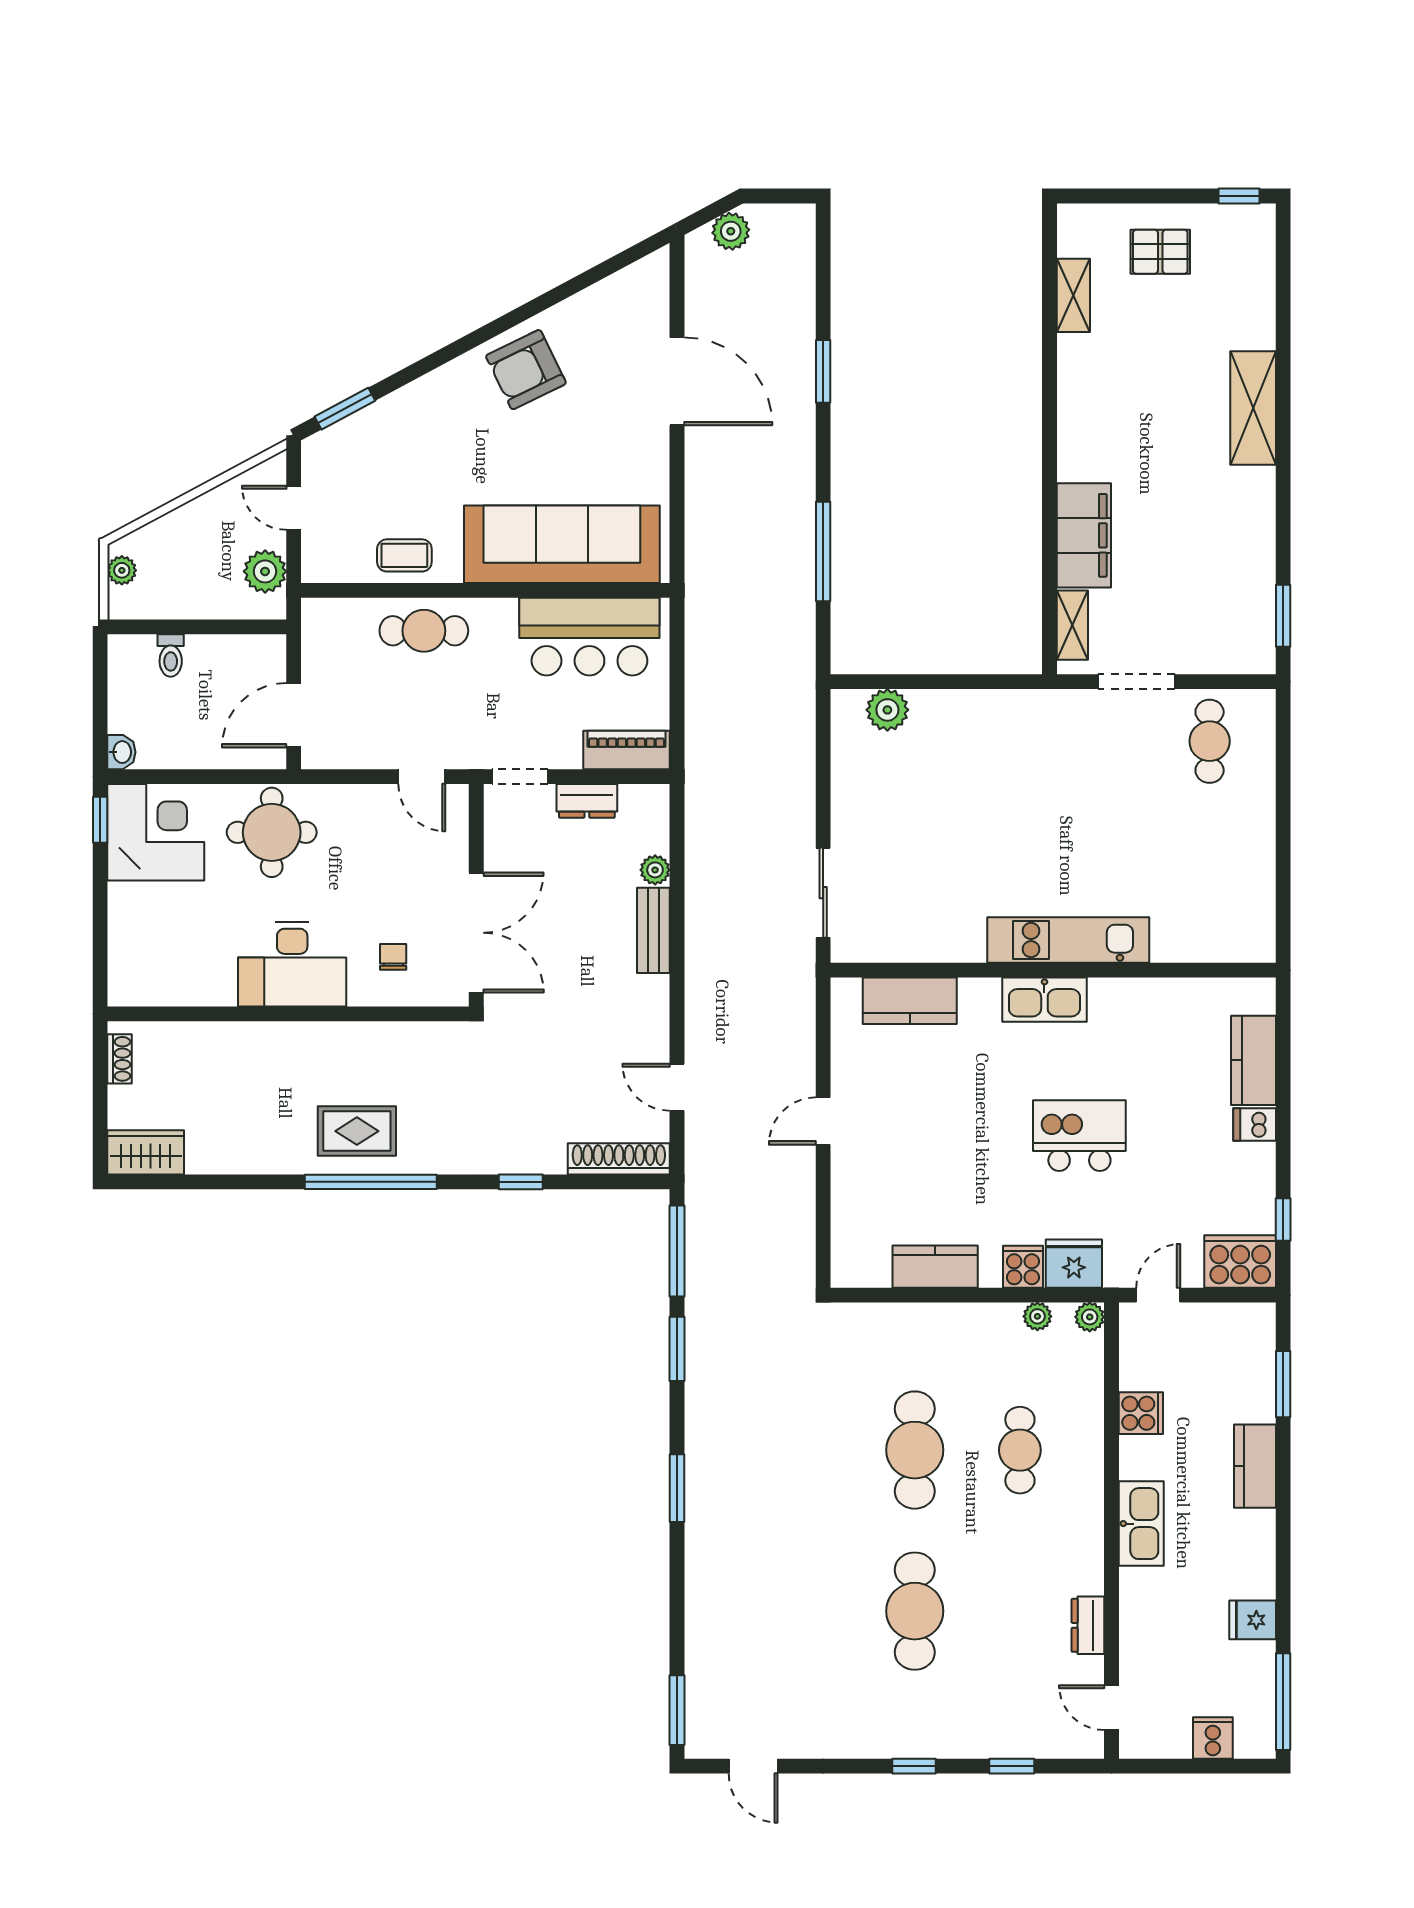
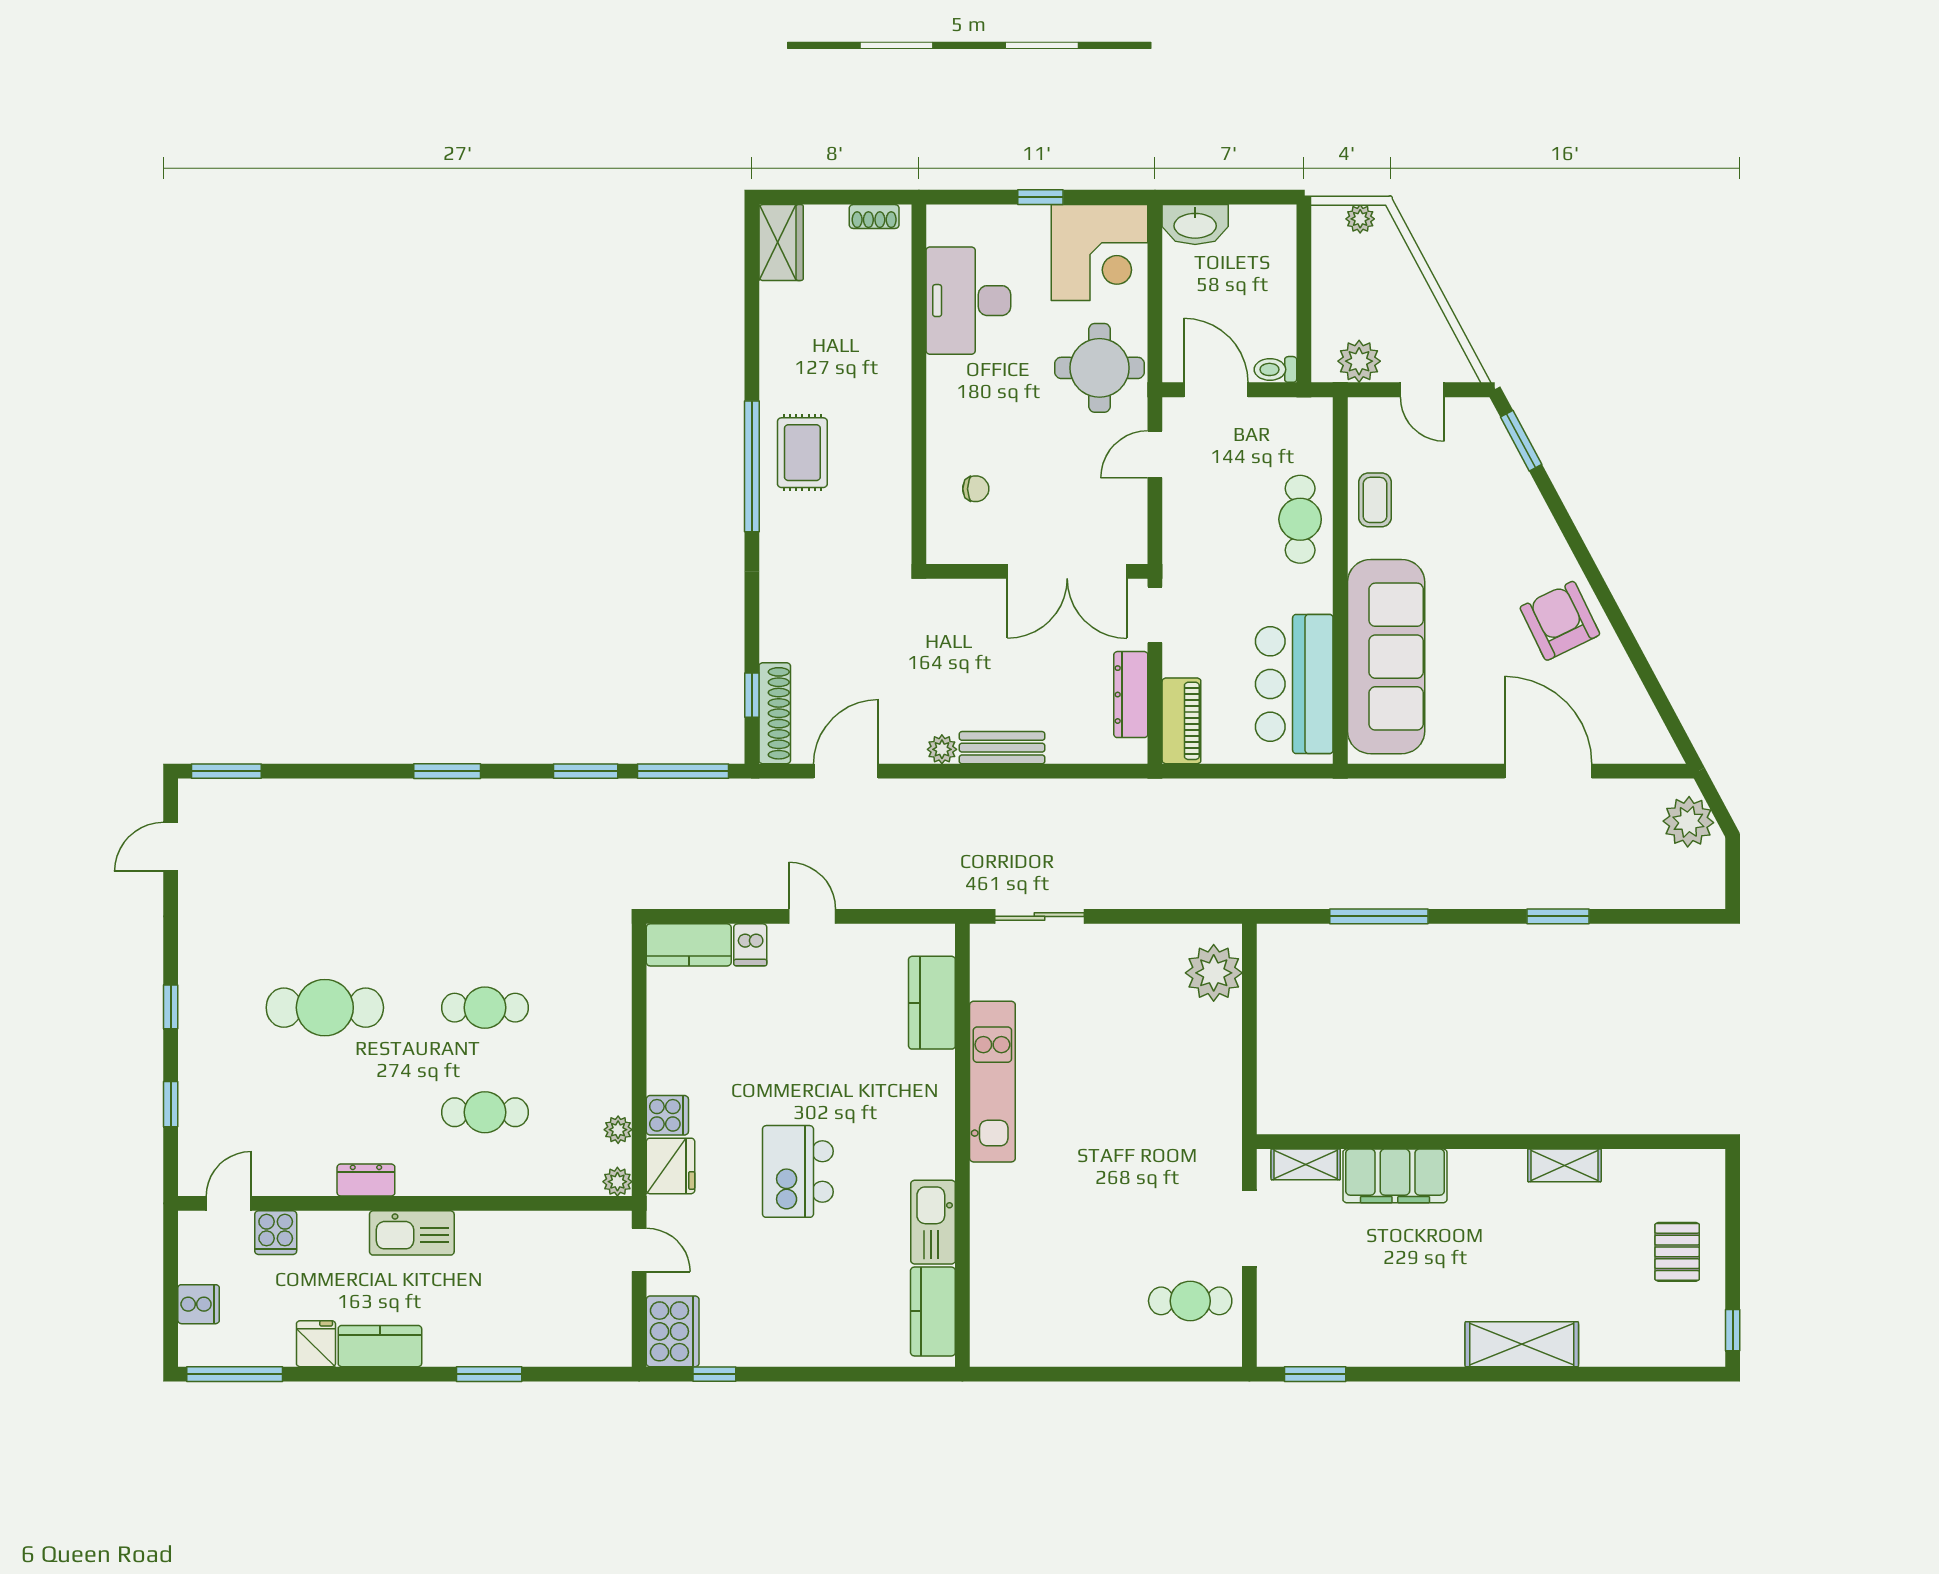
plant: (731, 231) -> (1688, 822), width x1.36, depth x1.36
shelving: (1073, 295) -> (1564, 1165), moved
door: (677, 381) -> (1548, 771), swing flipped
door: (294, 508) -> (1422, 390), swing flipped
toilet: (171, 656) -> (1275, 369), moved
plant: (887, 710) -> (1214, 973), width x1.36, depth x1.36
washbasin: (121, 752) -> (1195, 225), width x1.91, depth x1.45
door: (422, 777) -> (1155, 454), moved
dresser: (587, 801) -> (1131, 695), width x1.44
window: (100, 820) -> (1040, 197), moved
plant: (655, 870) -> (942, 749), moved
double door: (476, 933) -> (1067, 571), moved
kitchen unit: (1068, 940) -> (992, 1082), moved
desk: (292, 964) -> (968, 301), moved
kitchen sink: (1044, 1000) -> (933, 1222), moved
kitchen counter: (1253, 1060) -> (933, 1311), moved, turned -90
door: (677, 1087) -> (846, 771), width x1.38
dishwasher: (1255, 1124) -> (750, 945), moved, turned 180
kitchen island: (1079, 1136) -> (798, 1171), turned 180
window: (521, 1182) -> (752, 695), moved
kitchen counter: (935, 1267) -> (689, 945), moved, turned 90
window: (1283, 1384) -> (489, 1374), moved
cooker: (1141, 1413) -> (276, 1233), moved
cafe table: (915, 1450) -> (485, 1008), width x0.73, depth x0.74
kitchen counter: (1255, 1466) -> (380, 1346), moved
dresser: (1088, 1625) -> (366, 1180), moved

